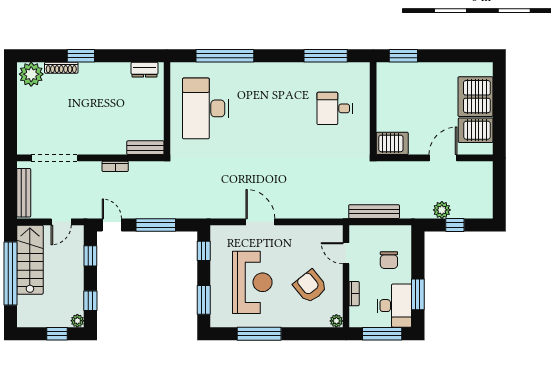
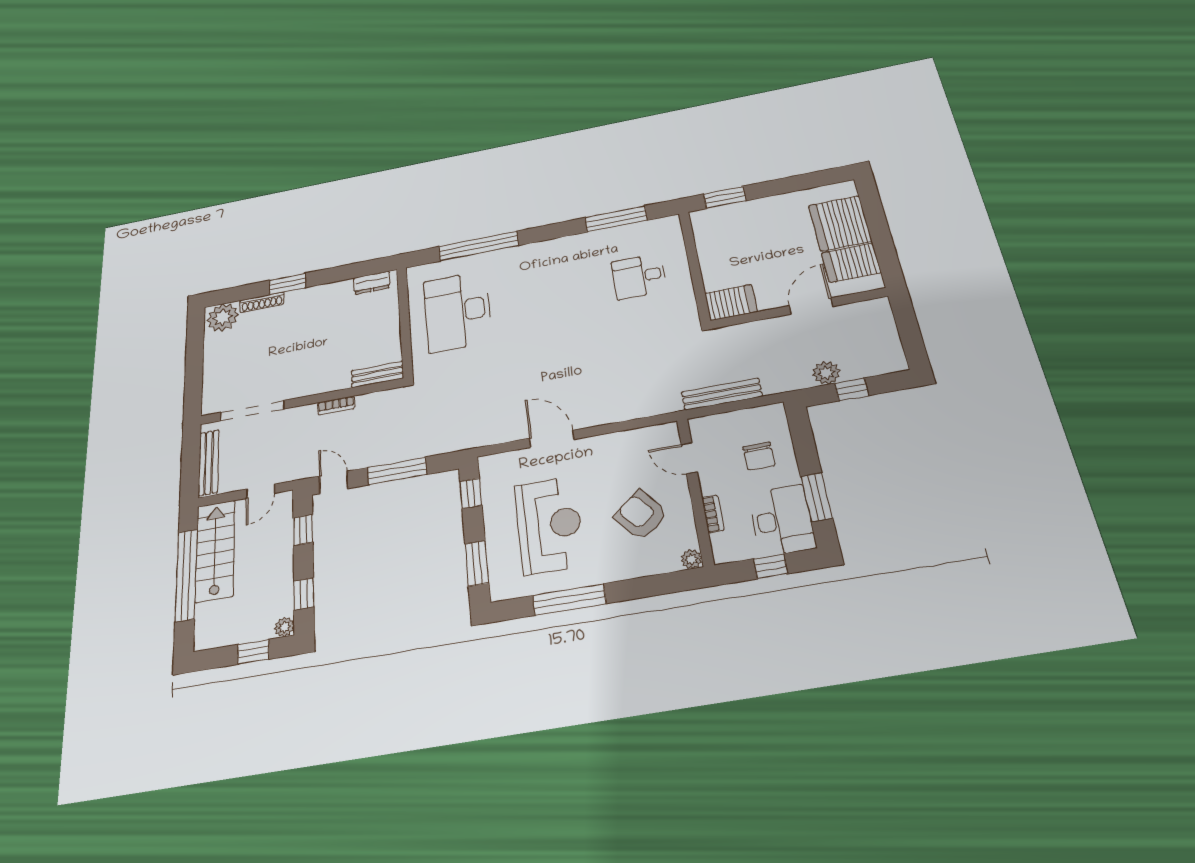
window: (382, 334) -> (771, 566), width x0.46

